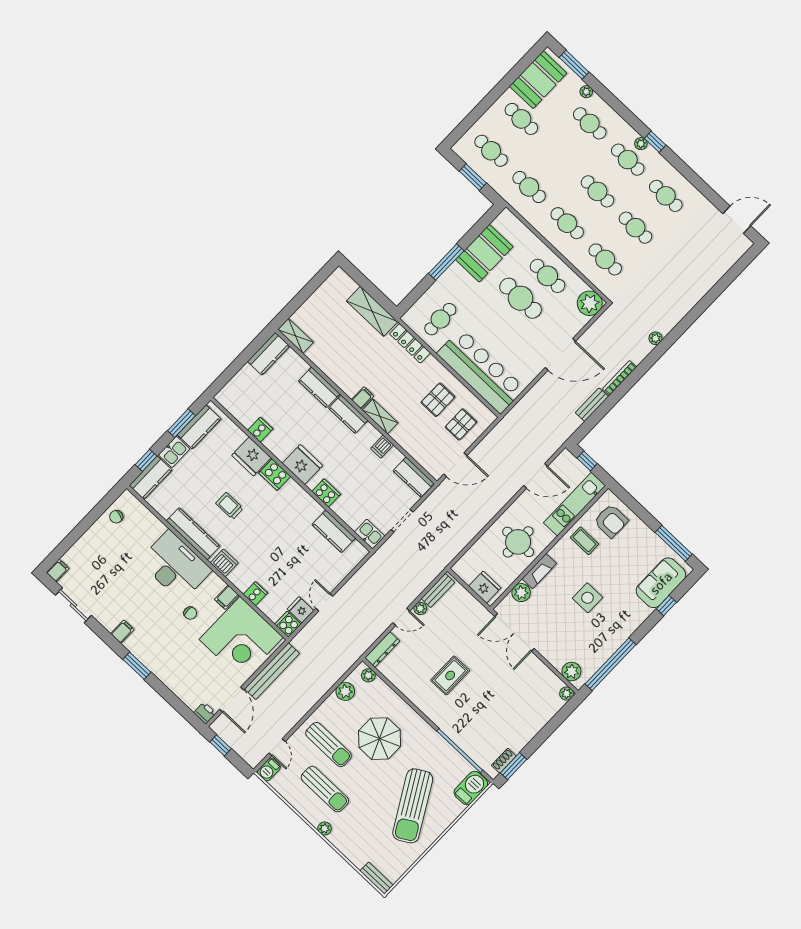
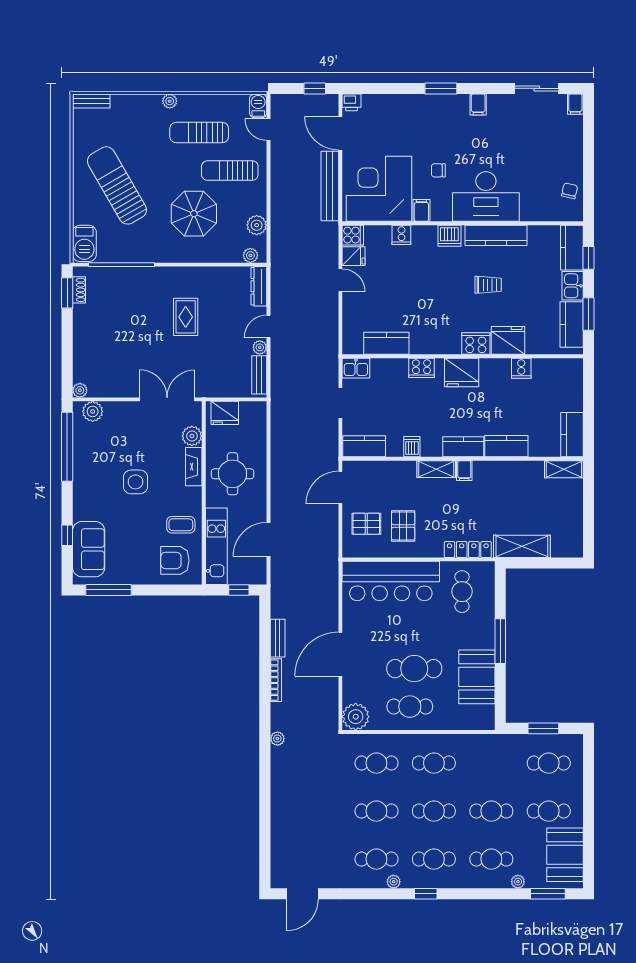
plant: (641, 144) -> (394, 882), moved
cafe table: (529, 187) -> (491, 811), moved
pallet: (461, 424) -> (366, 524), turned 90

